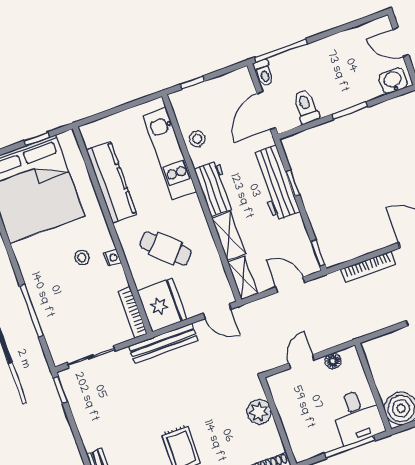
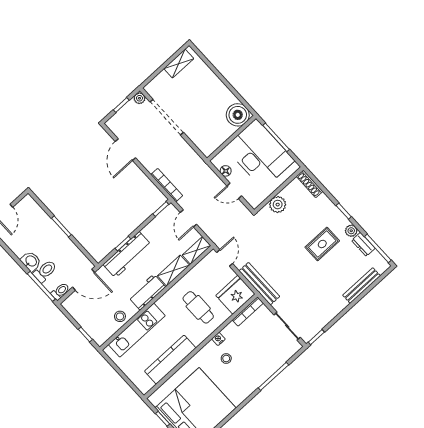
washbasin: (393, 81) -> (31, 261), moved, turned 180
toilet: (306, 107) -> (45, 271), moved, turned 180
cafe table: (166, 248) -> (198, 307), turned -43
bookcase: (368, 267) -> (167, 185), moved
desk: (357, 416) -> (260, 154), width x1.87, depth x1.30

